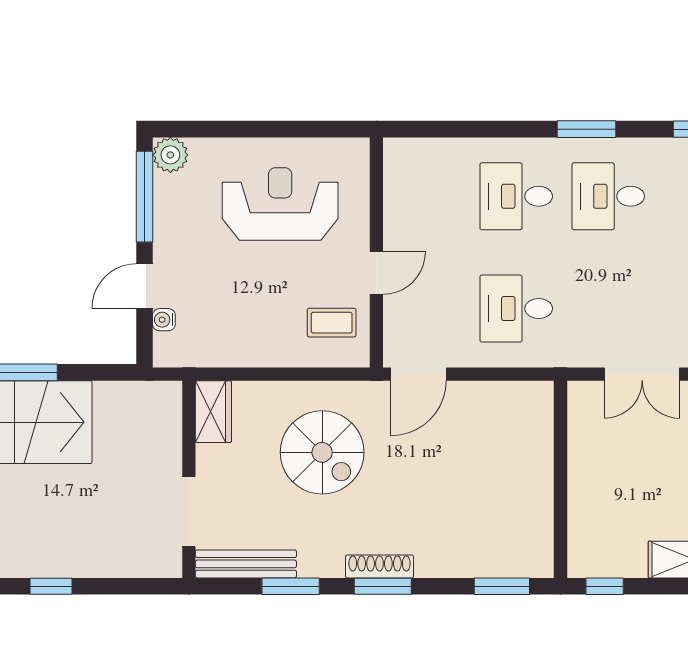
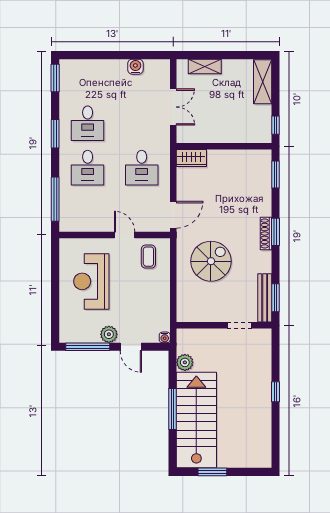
window: (451, 129) -> (55, 199), added
plant: (170, 155) -> (109, 334), moved
water cooler: (164, 320) -> (165, 337), moved
door: (418, 374) -> (173, 215), hinge flipped
plant: (112, 398) -> (185, 362), added
wardrobe: (213, 412) -> (191, 158), moved, turned 180
doorway: (189, 512) -> (240, 325), width x0.73
window: (291, 586) -> (275, 298), moved

